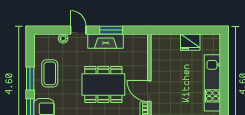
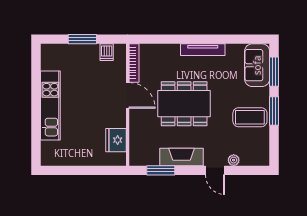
window: (111, 30) -> (161, 170), moved
fridge: (190, 42) -> (116, 140), moved, turned -90
coffee table: (50, 73) -> (250, 117), turned 90

